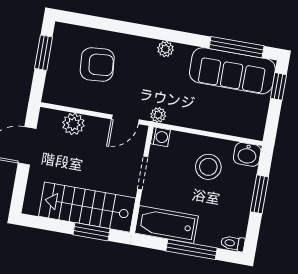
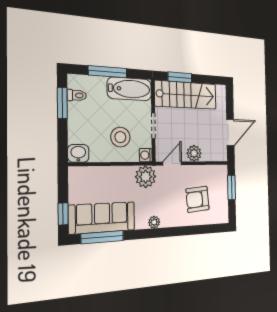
window: (44, 53) -> (232, 187), moved
plant: (158, 115) -> (146, 177), width x1.87, depth x1.87
plant: (73, 124) -> (194, 153), moved
stool: (208, 167) -> (120, 137), moved
window: (259, 194) -> (62, 103), moved
toilet: (233, 243) -> (77, 95), moved

